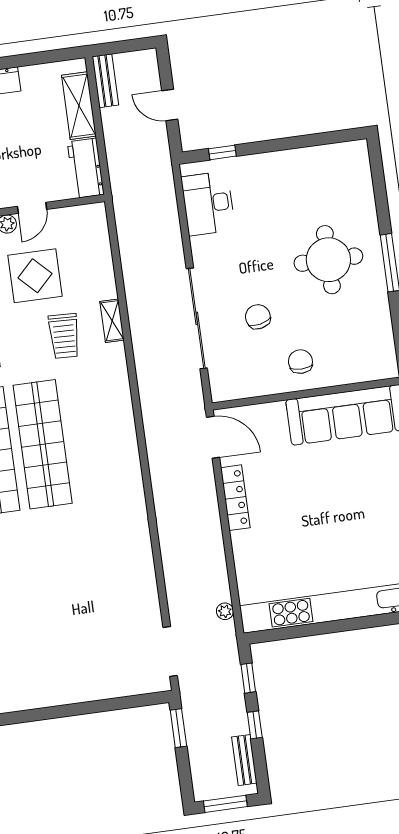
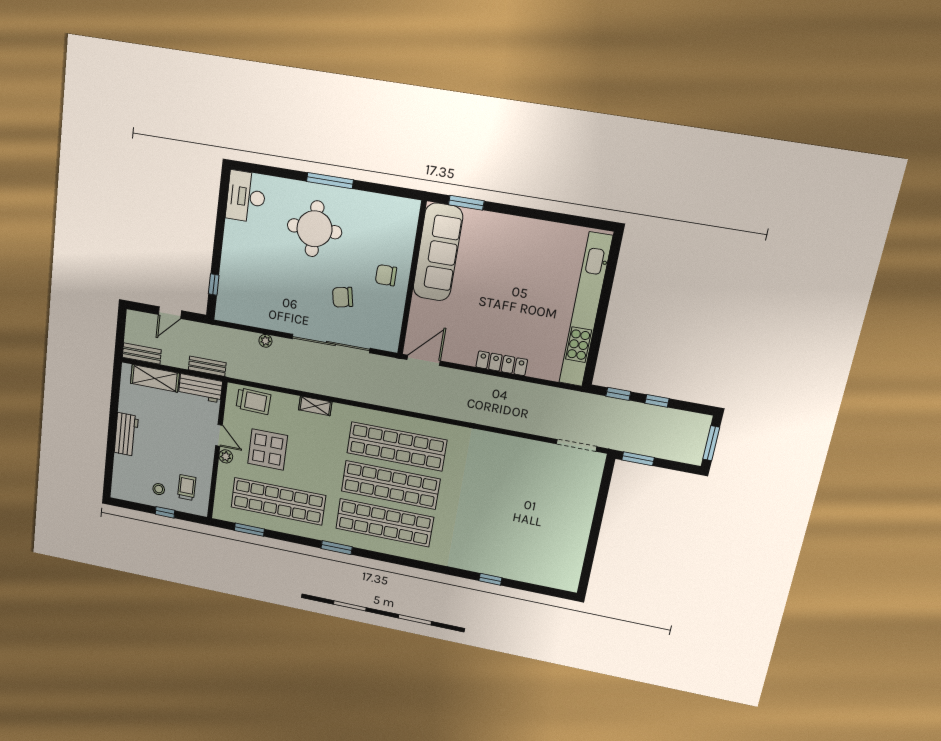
desk: (208, 203) -> (246, 197), moved, turned 90
trolley: (64, 336) -> (253, 401), moved
shop shelf: (95, 437) -> (397, 446), added
locker: (235, 498) -> (502, 363), moved
plant: (225, 611) -> (265, 341), moved
bench: (244, 760) -> (207, 366), moved

